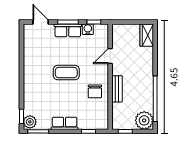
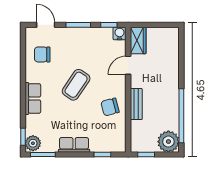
water cooler: (88, 29) -> (120, 33), moved
row of seats: (68, 30) -> (33, 98), moved, turned -90
wardrobe: (147, 35) -> (138, 40), moved, turned 180
chair: (38, 47) -> (42, 54), added
coffee table: (66, 73) -> (76, 85), turned -56
chair: (95, 91) -> (110, 107), turned 75

